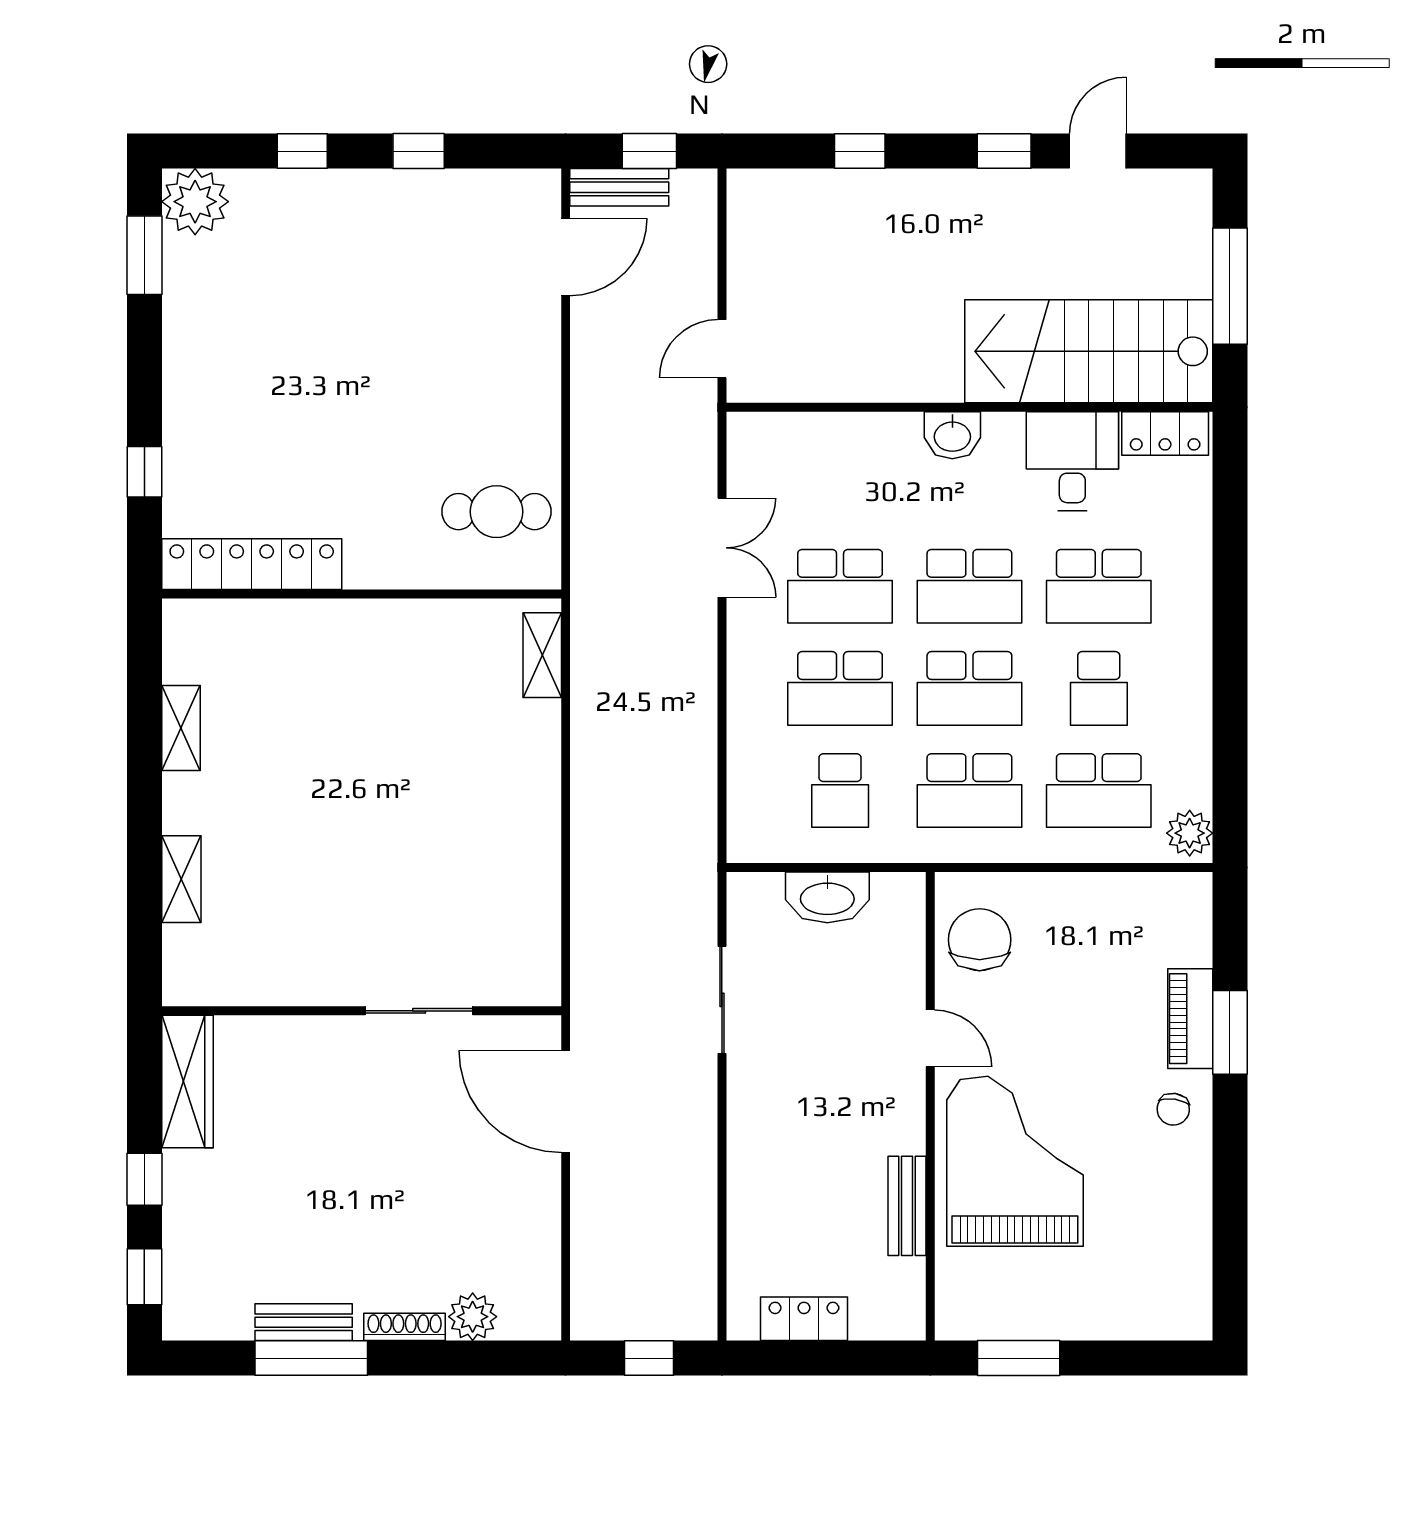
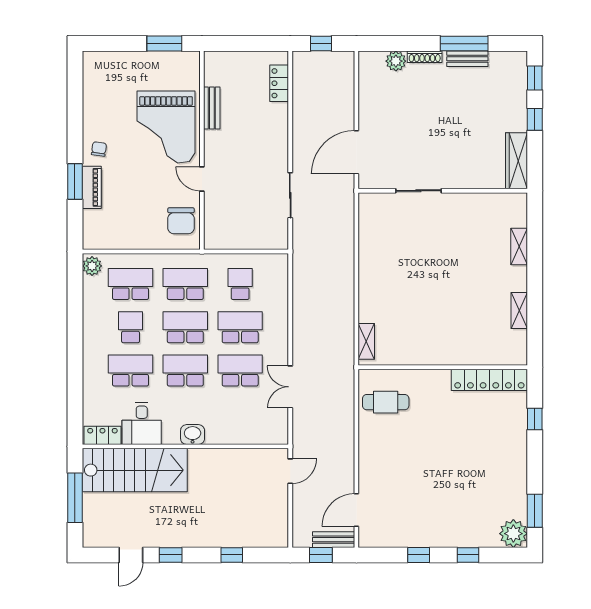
washbasin: (827, 897) -> (246, 239), removed
door: (566, 1102) -> (356, 152), swing flipped
locker: (804, 1319) -> (279, 83), moved, turned 90

